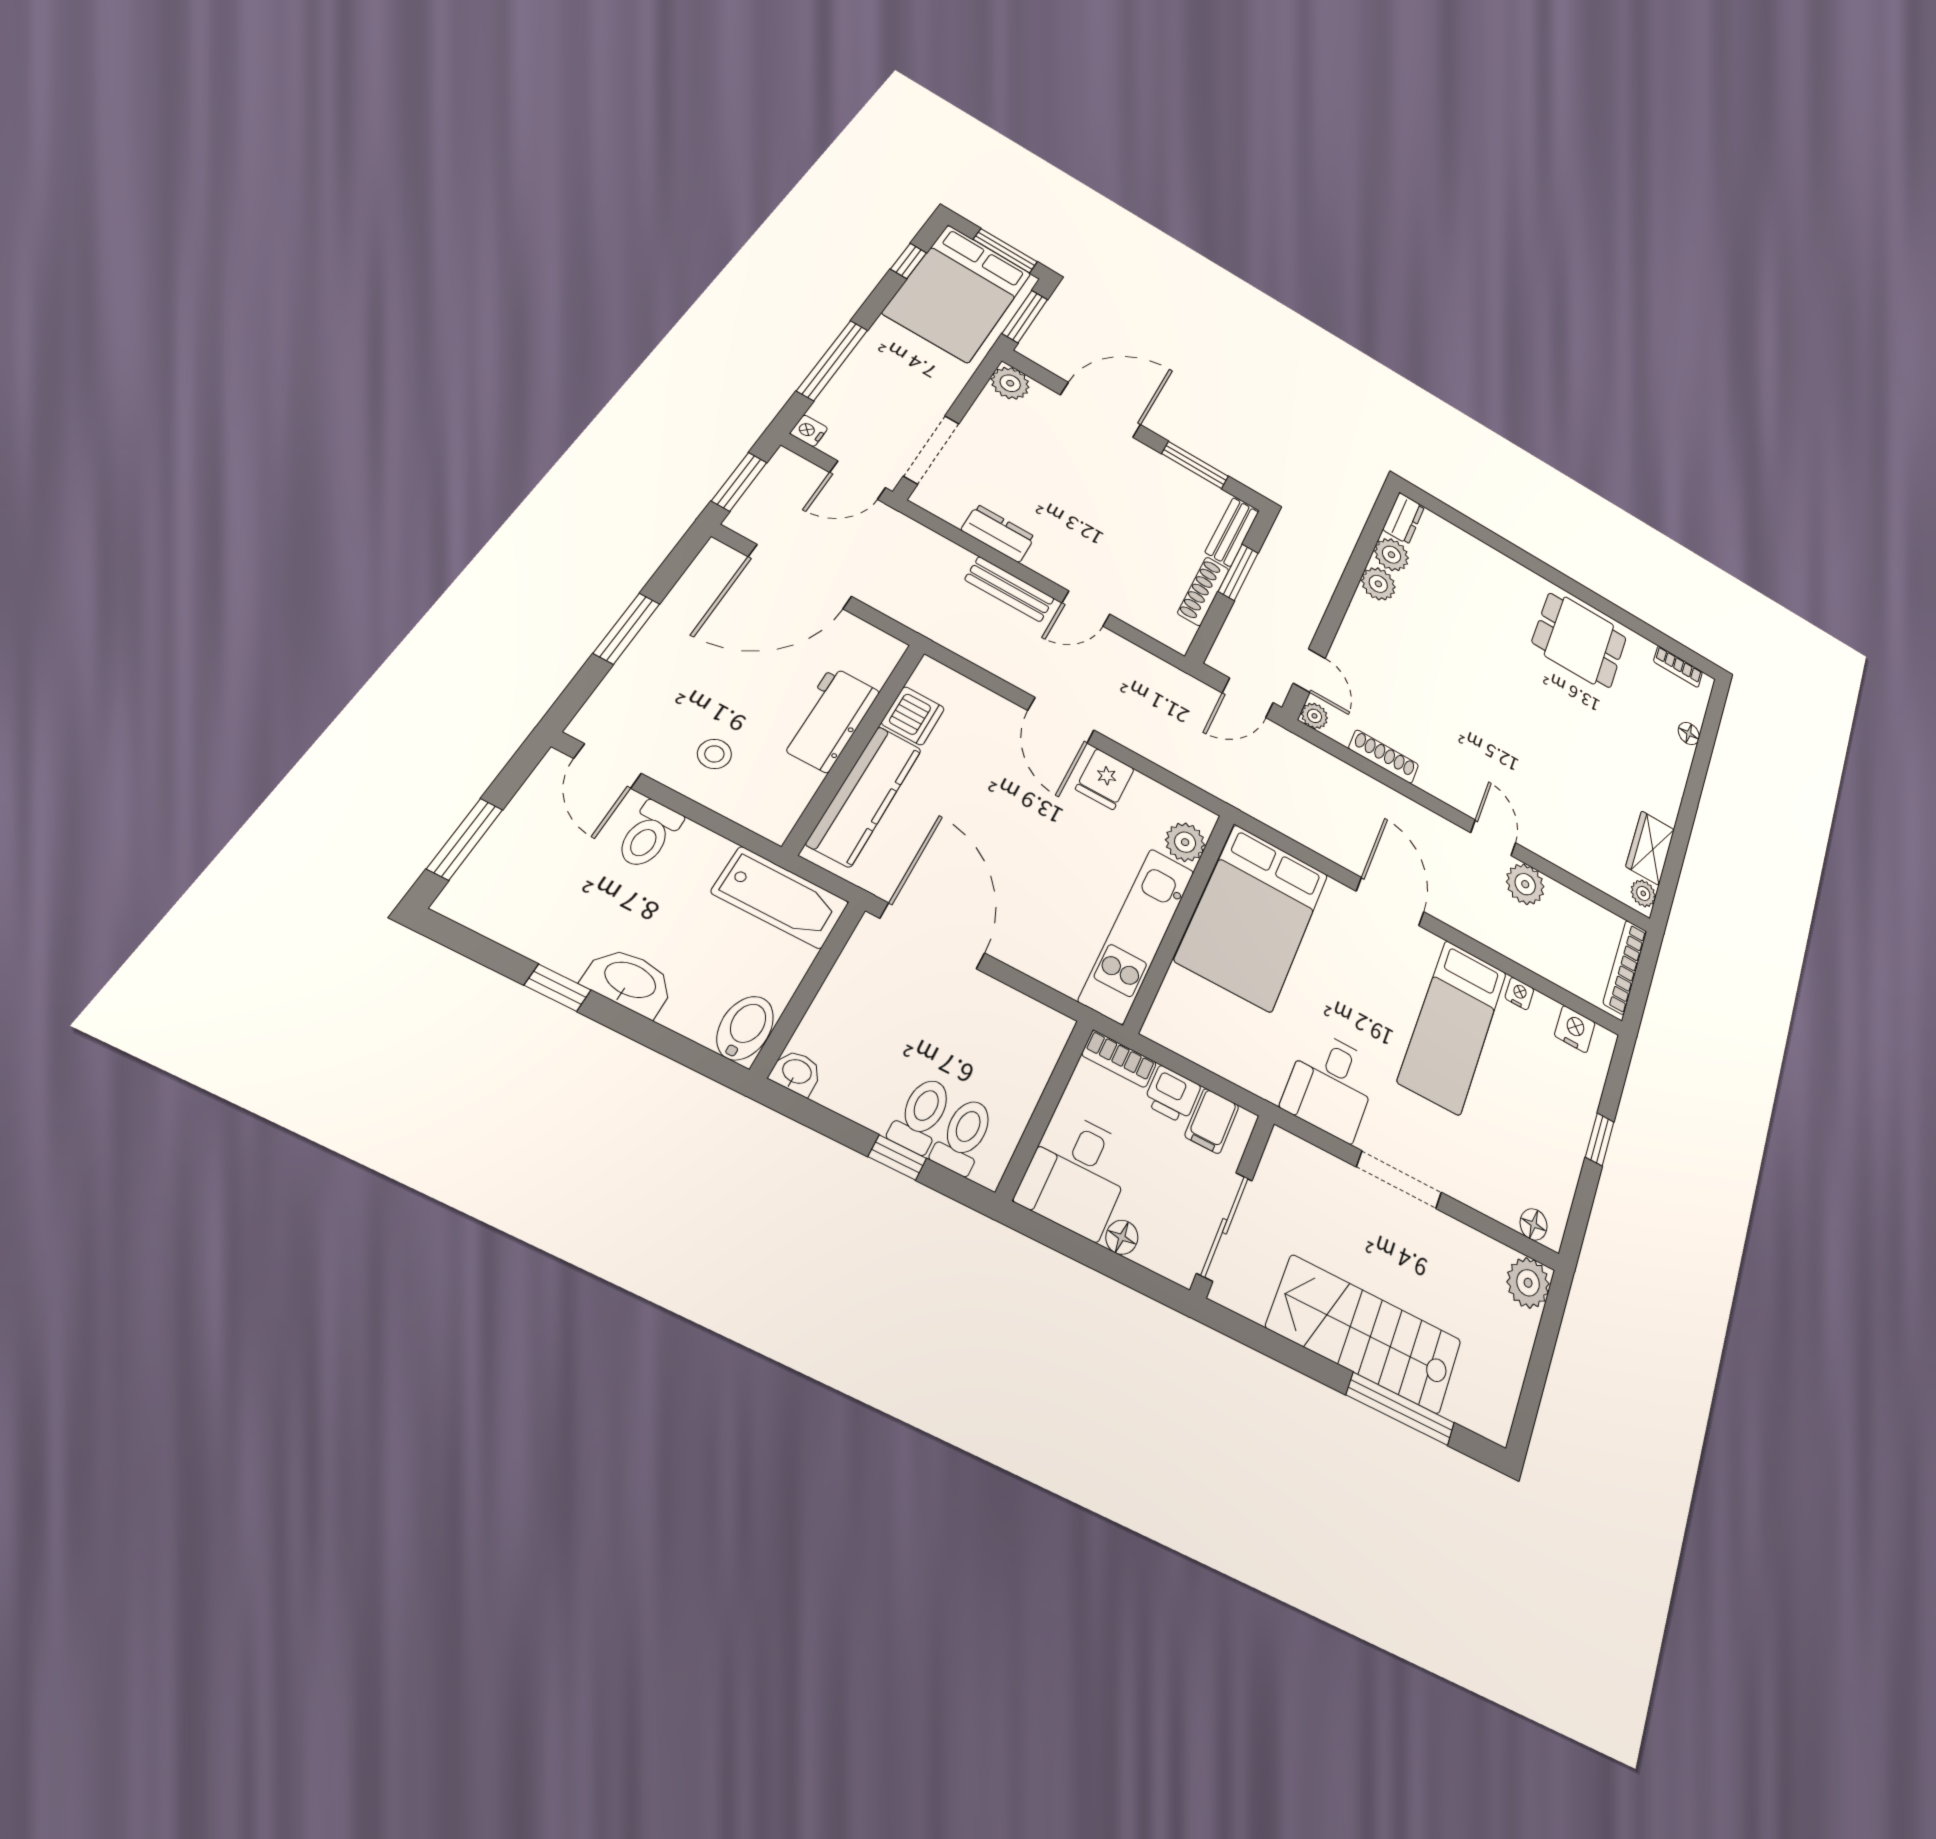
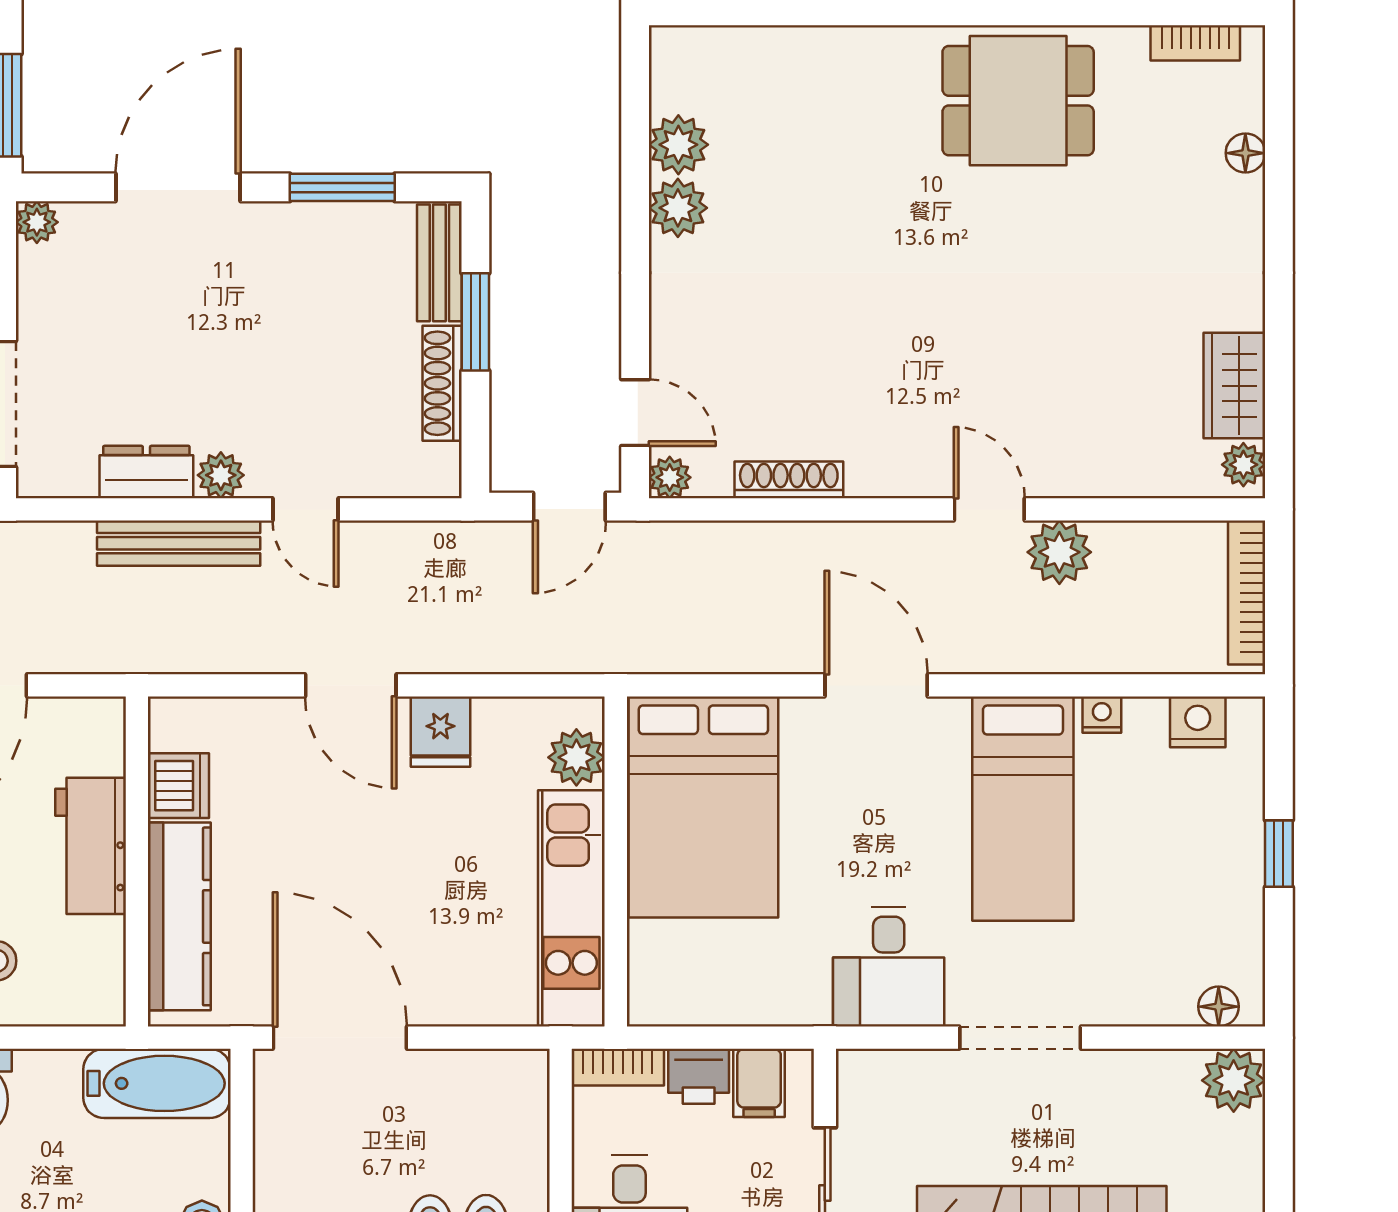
plant: (1010, 383) -> (37, 222), width x0.73, depth x0.73
dresser: (1404, 518) -> (673, 68), removed
plant: (1043, 561) -> (221, 475), added
bench: (1010, 589) -> (179, 543), width x1.36
door: (1086, 608) -> (305, 509), hinge flipped

